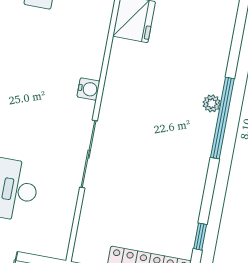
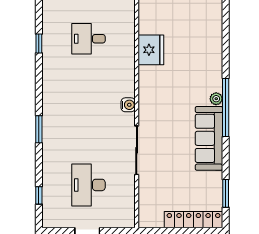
sofa: (191, 156) -> (209, 138), added
window: (200, 237) -> (226, 193), width x1.50

